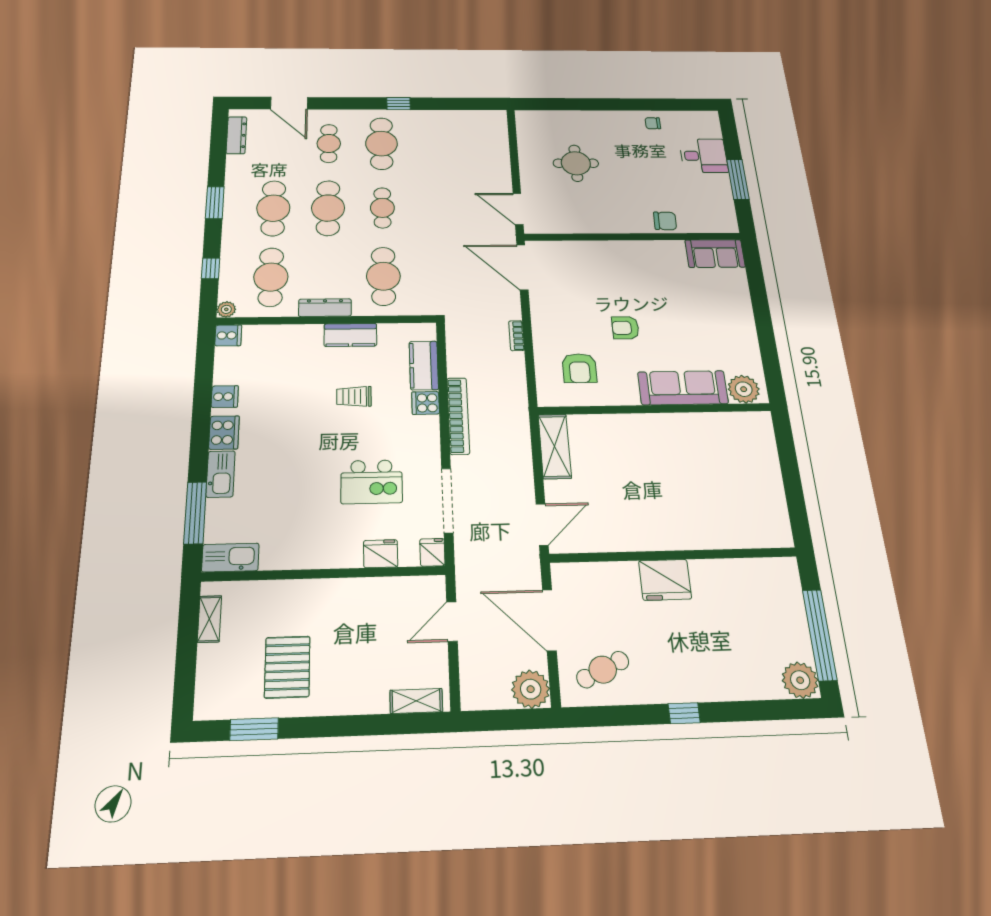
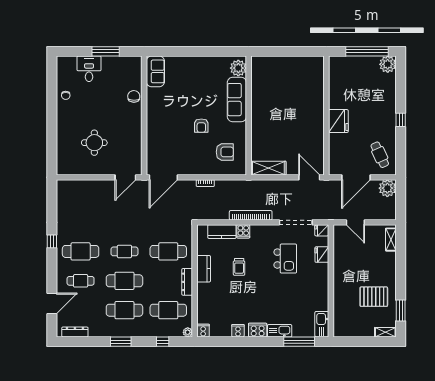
shelving: (209, 619) -> (385, 332), moved

